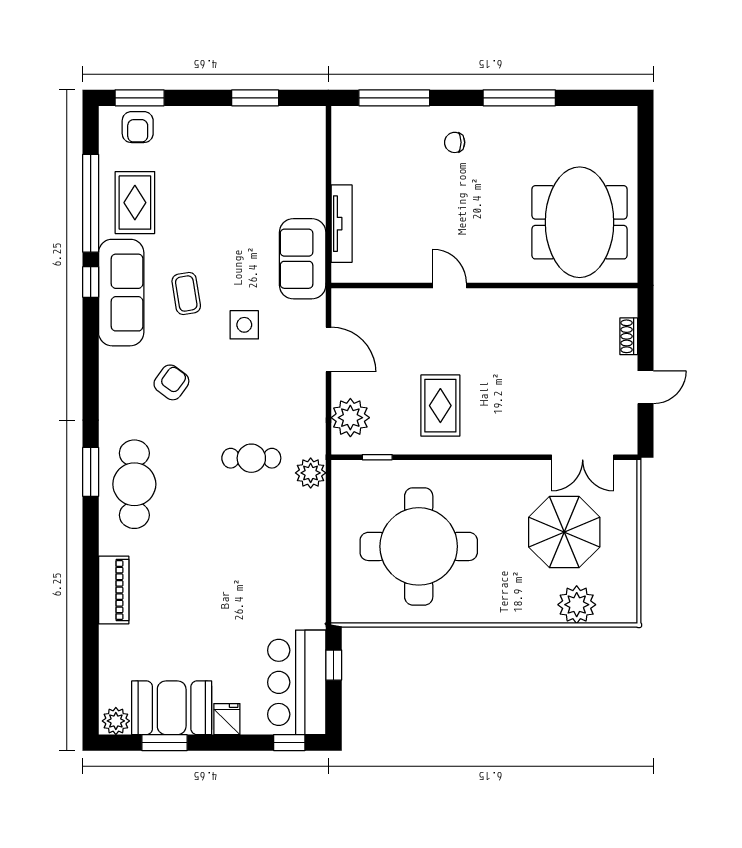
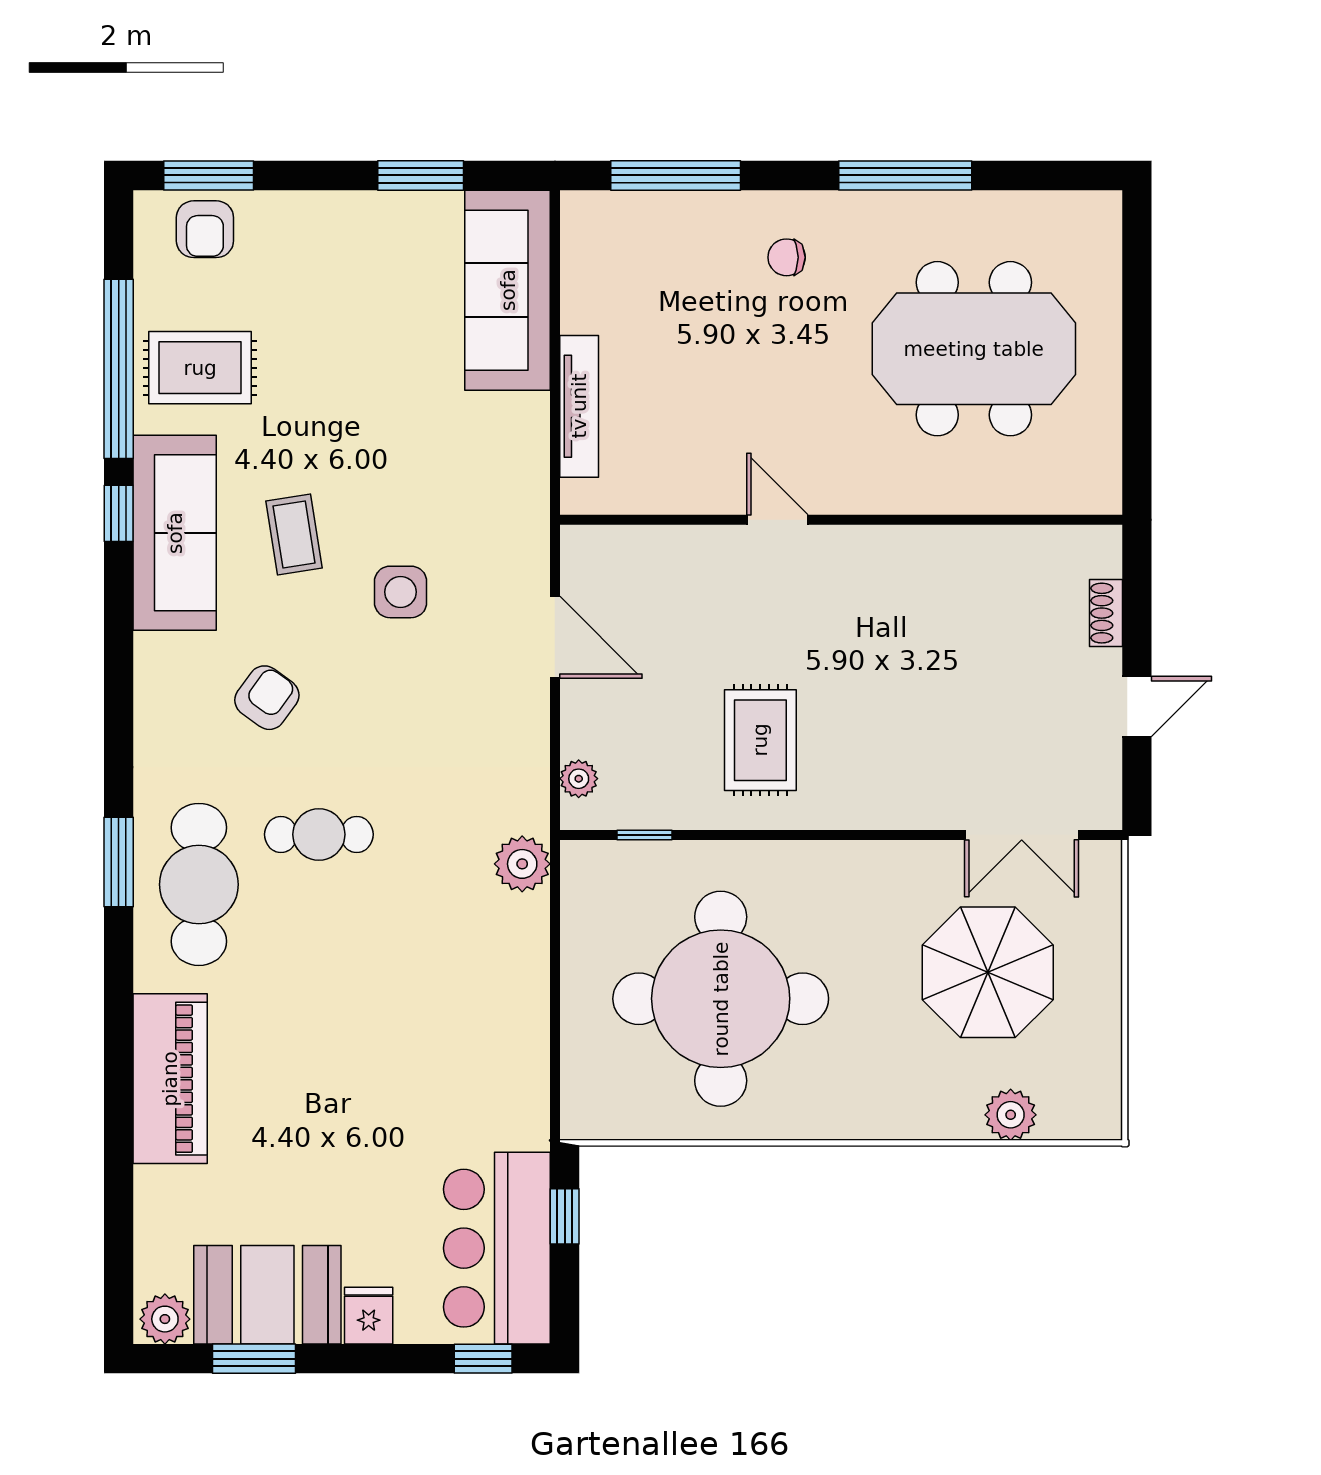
rug: (135, 203) -> (200, 368), turned 90
meeting table: (580, 222) -> (974, 349), moved, turned 90
sofa: (303, 259) -> (508, 290), moved, width x1.36
plant: (350, 418) -> (579, 779), width x0.53, depth x0.53
cafe table: (251, 458) -> (319, 834), moved
piano: (114, 590) -> (170, 1079), width x1.37, depth x1.33
plant: (577, 605) -> (1011, 1115), width x0.73, depth x0.73

